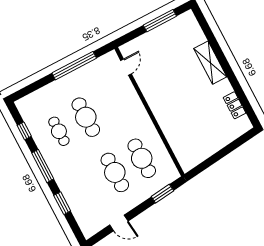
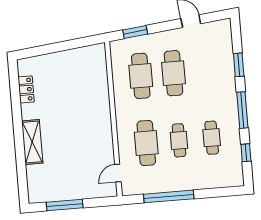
cafe table: (113, 103) -> (146, 143), added
cafe table: (86, 117) -> (179, 140), width x0.73, depth x0.74

